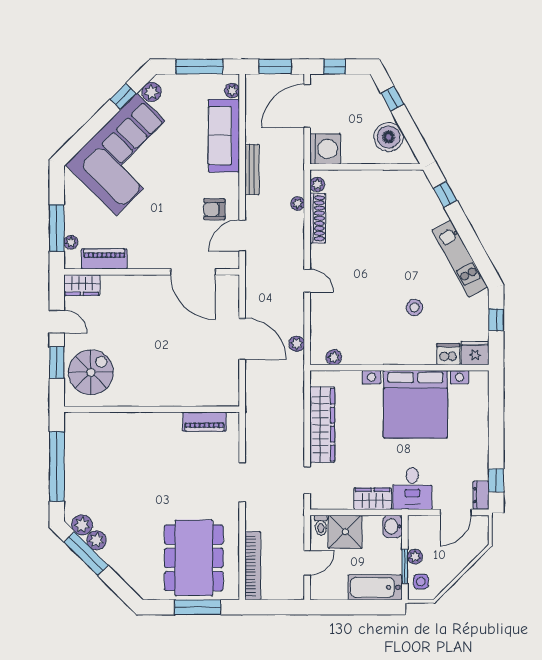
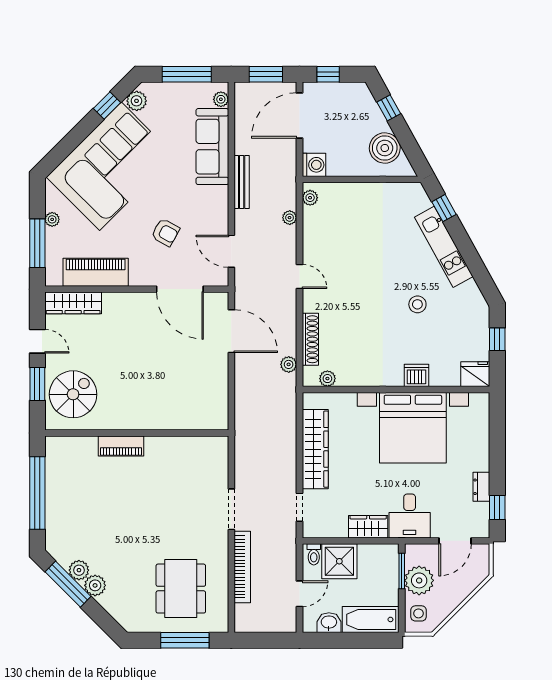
washing machine: (325, 149) -> (314, 165), width x0.73, depth x0.73
armchair: (214, 209) -> (165, 232), moved, turned -151
shoe rack: (318, 218) -> (310, 339), moved
door: (242, 236) -> (231, 251), hinge flipped
plant: (71, 242) -> (52, 219), moved
piano: (104, 259) -> (96, 272), width x1.37, depth x1.33
kitchen unit: (460, 259) -> (444, 247), moved
door: (307, 281) -> (300, 276), moved
wardrobe: (82, 285) -> (73, 303), width x1.50
stool: (414, 307) -> (417, 304), moved
door: (242, 339) -> (231, 331), moved
dishwasher: (448, 354) -> (416, 375), moved
piano: (204, 422) -> (121, 446), moved
dresser: (481, 495) -> (481, 487), moved
plant: (82, 525) -> (95, 585), moved
washbasin: (393, 526) -> (329, 623), moved, turned 90
plant: (415, 557) -> (419, 580), width x1.88, depth x1.88
dining table: (194, 558) -> (181, 589), width x0.73, depth x0.80
bookcase: (253, 566) -> (242, 567), moved
window: (405, 566) -> (402, 571), moved

